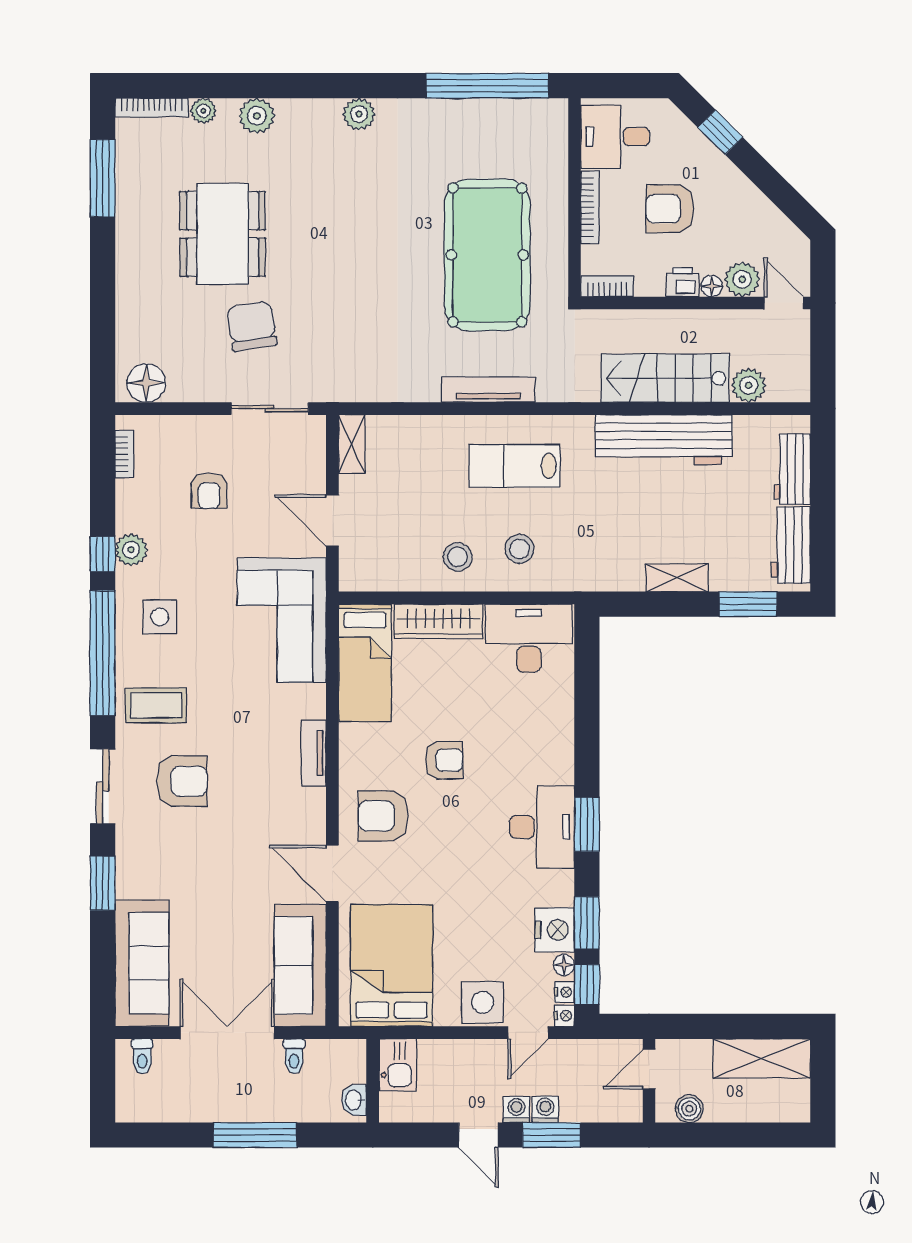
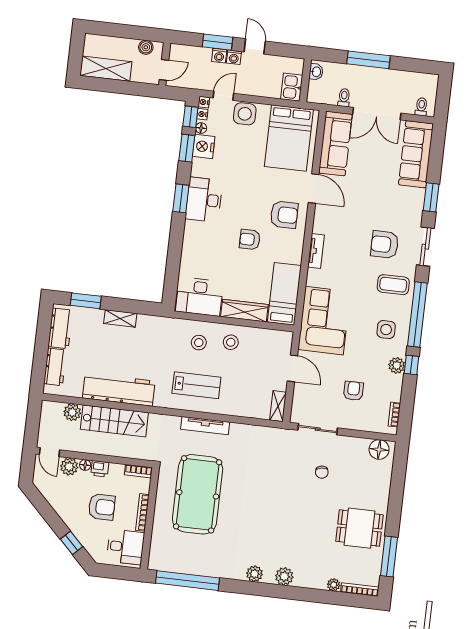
plant: (257, 116) -> (284, 576), moved
dining table: (223, 234) -> (359, 528), moved, width x0.73
chair: (252, 326) -> (322, 472), width x0.54, depth x0.54

